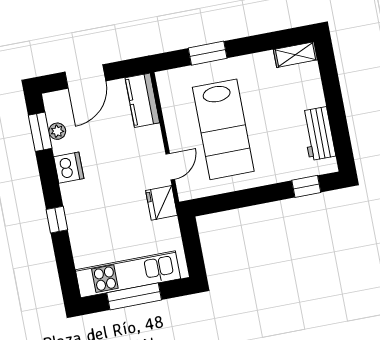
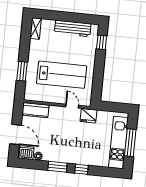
window: (40, 132) -> (57, 167), moved
workbench: (318, 134) -> (73, 28), width x1.38
dishwasher: (69, 168) -> (26, 153), moved

